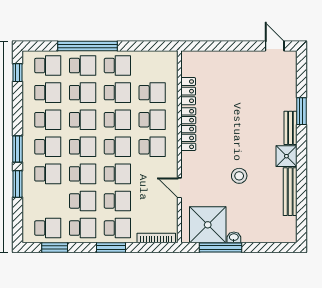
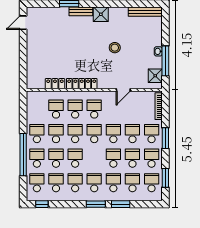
school desk: (83, 147) -> (132, 183), moved
bench: (290, 192) -> (145, 12), moved
shower: (208, 225) -> (155, 76), width x0.54, depth x0.54

